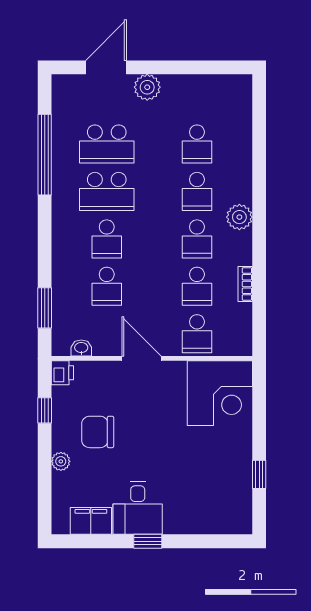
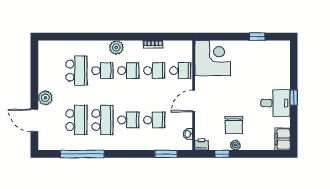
school desk: (197, 144) -> (76, 71), width x1.85
plant: (61, 461) -> (235, 145), moved
filing cabinet: (91, 521) -> (283, 139), moved

